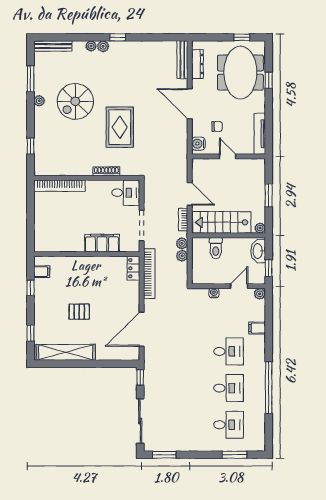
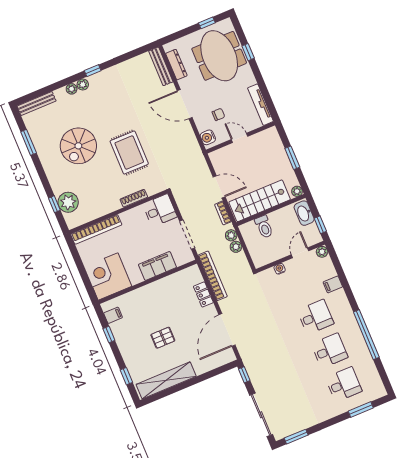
plant: (39, 101) -> (68, 202), moved, width x1.87, depth x1.87
corner desk: (52, 234) -> (108, 276), added
locker: (133, 268) -> (203, 294), moved

